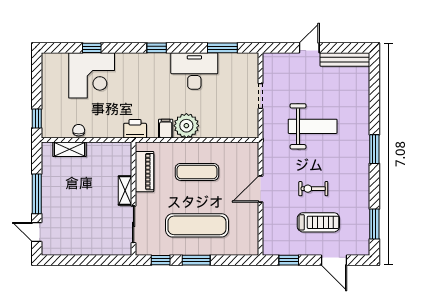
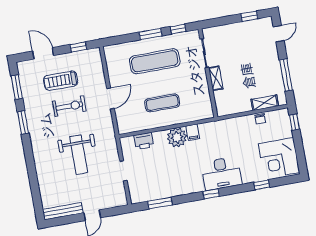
desk: (194, 71) -> (222, 173), moved
corner desk: (92, 75) -> (279, 158), moved, turned -90
weight bench: (313, 126) -> (79, 155), turned -90
printer: (135, 129) -> (144, 141), moved
window: (374, 149) -> (23, 122), moved
piano: (145, 172) -> (203, 96), removed
exercise bike: (313, 189) -> (69, 106), width x1.38, depth x1.39
window: (37, 194) -> (286, 75), moved
door: (37, 232) -> (279, 34), hinge flipped
window: (69, 260) -> (249, 16), added

